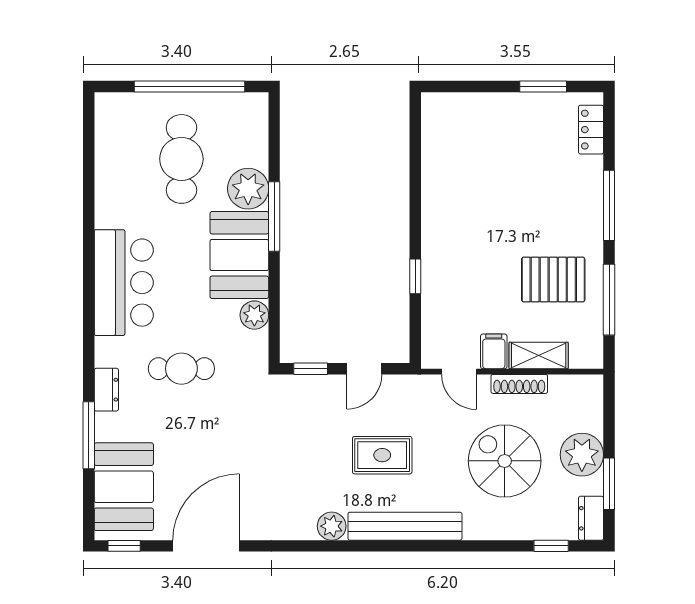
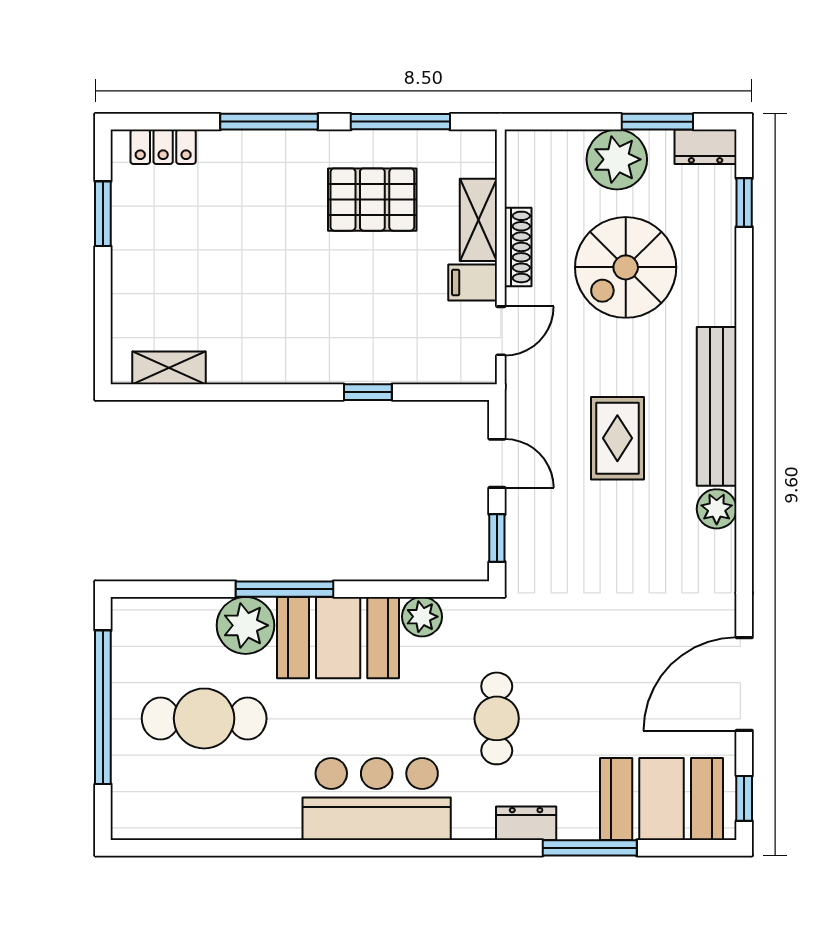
shelving: (433, 134) -> (169, 368), added
pallet: (553, 280) -> (372, 200), turned 90
door: (206, 546) -> (744, 684), hinge flipped

